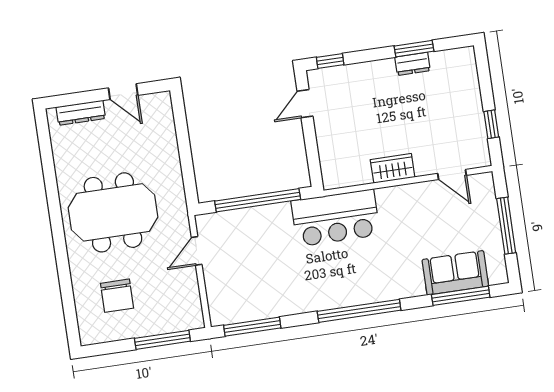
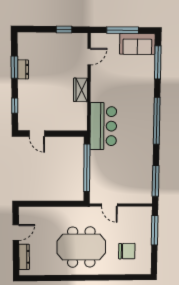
window: (330, 61) -> (15, 106), moved
meeting table: (113, 212) -> (81, 247), turned 90
sofa: (455, 273) -> (137, 44), moved, turned -90

